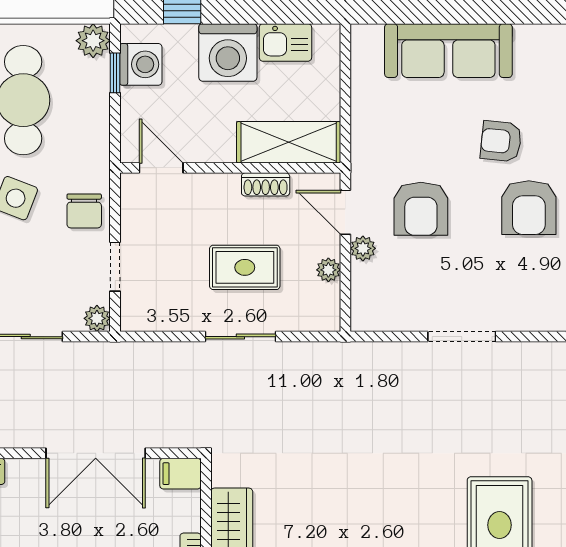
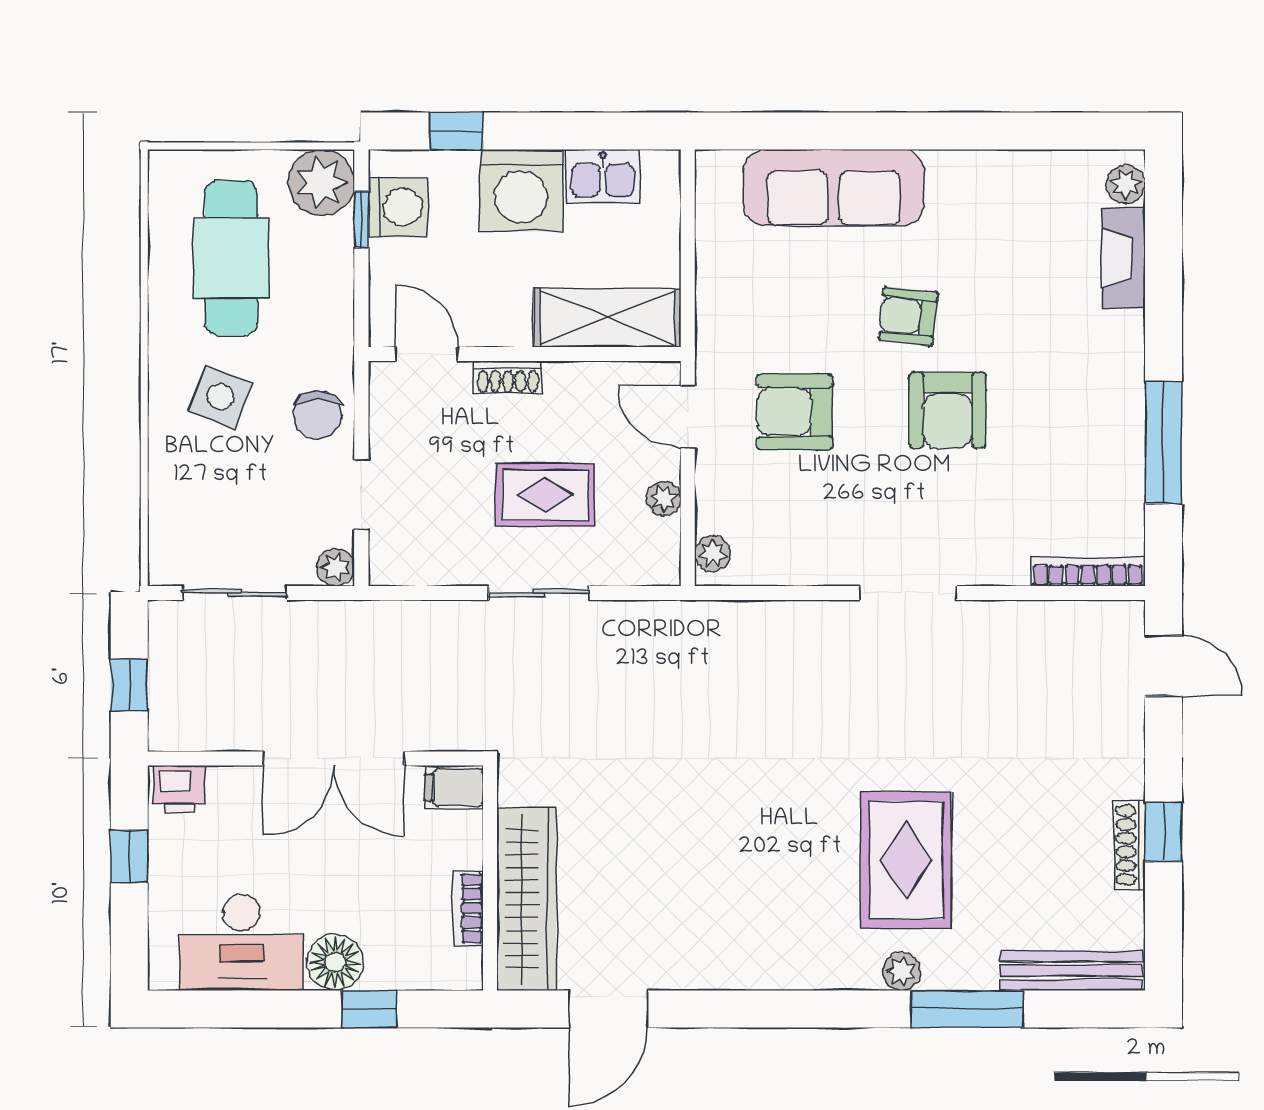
plant: (93, 41) -> (321, 183), width x1.36, depth x1.36
shoe rack: (266, 184) -> (508, 377), moved
armchair: (421, 209) -> (795, 412), turned 90
plant: (363, 248) -> (713, 554), moved
doorway: (462, 337) -> (908, 593), moved

